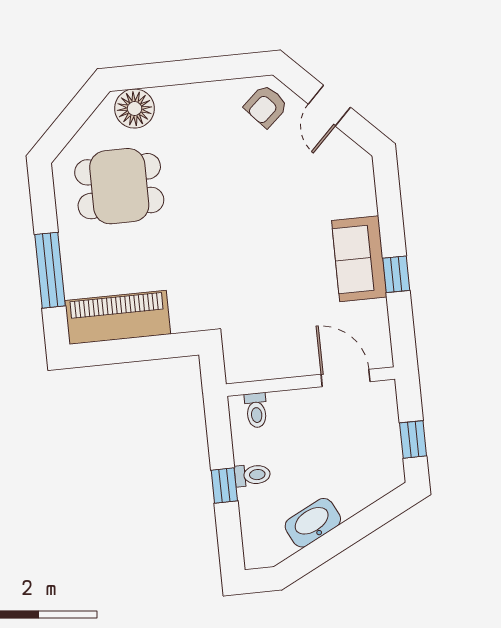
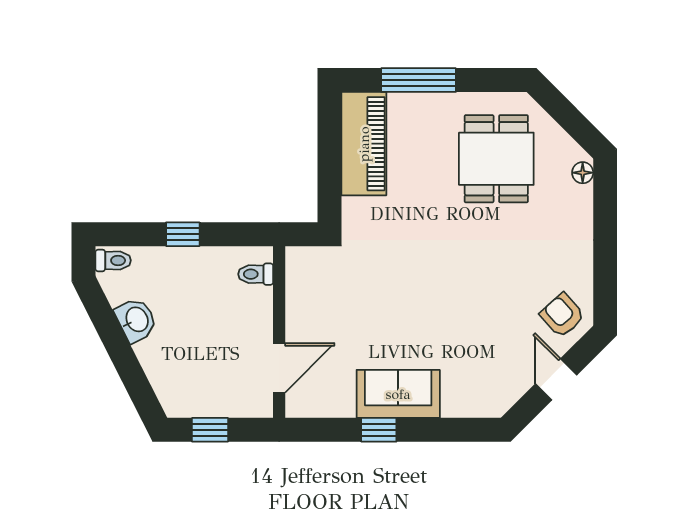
door: (329, 106) -> (556, 379), hinge flipped
floor lamp: (135, 109) -> (583, 173), width x0.53, depth x0.53
toilet: (252, 475) -> (113, 260), moved, turned -90
washbasin: (313, 523) -> (136, 320), width x0.72

